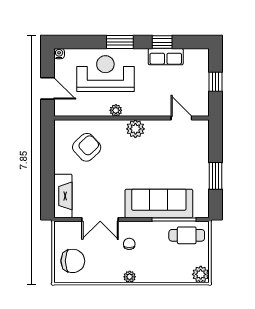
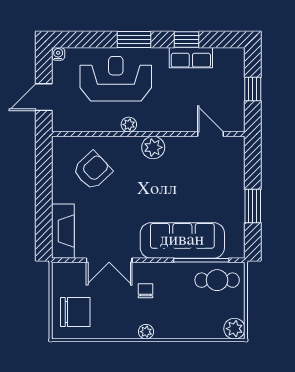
door: (48, 88) -> (44, 97), swing flipped

